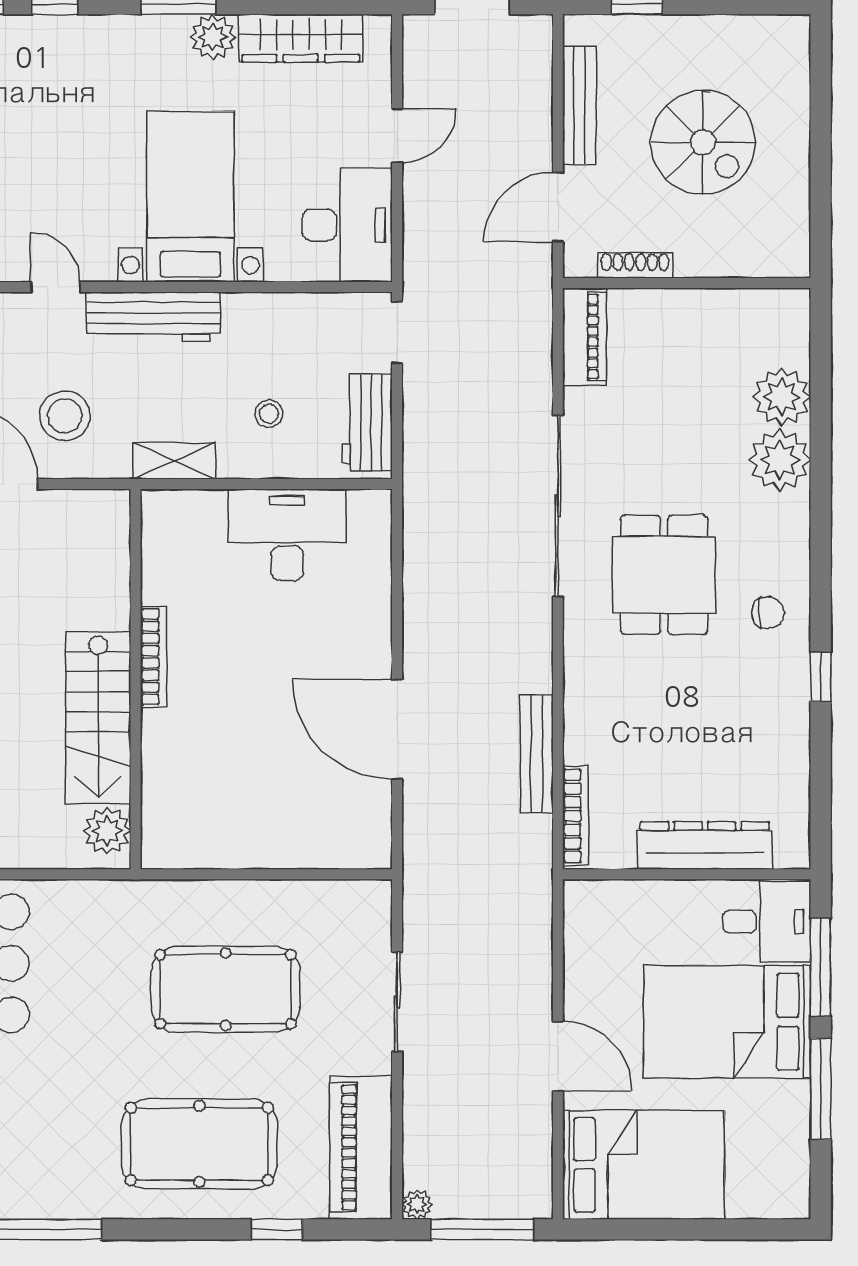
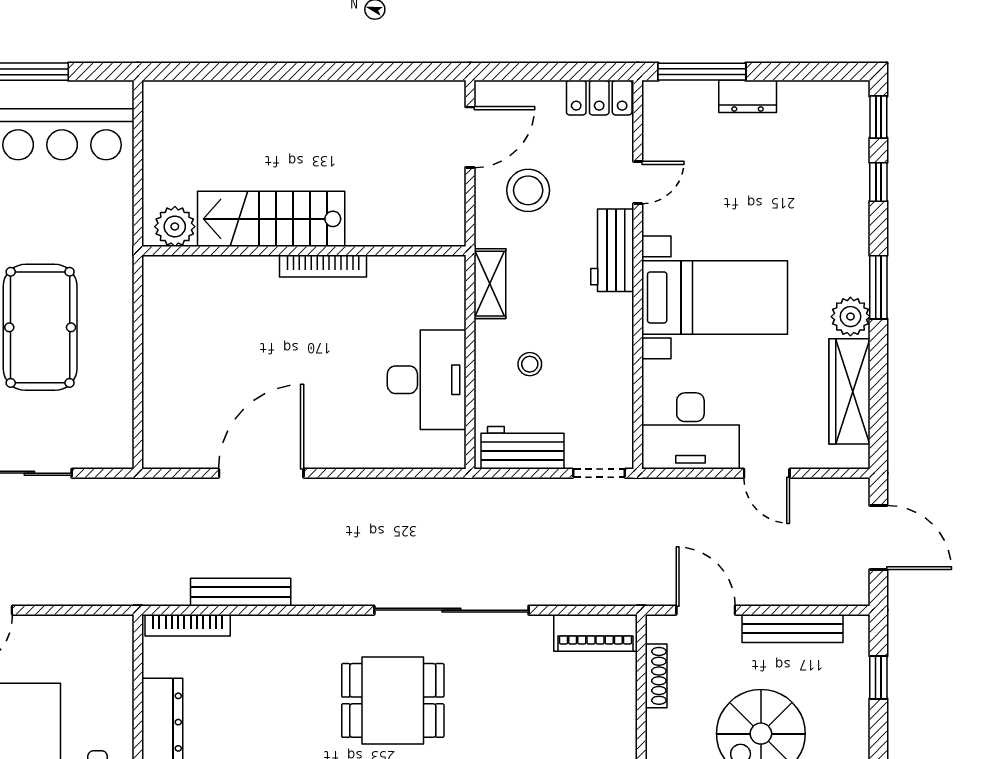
workbench: (153, 317) -> (612, 250), width x0.73

